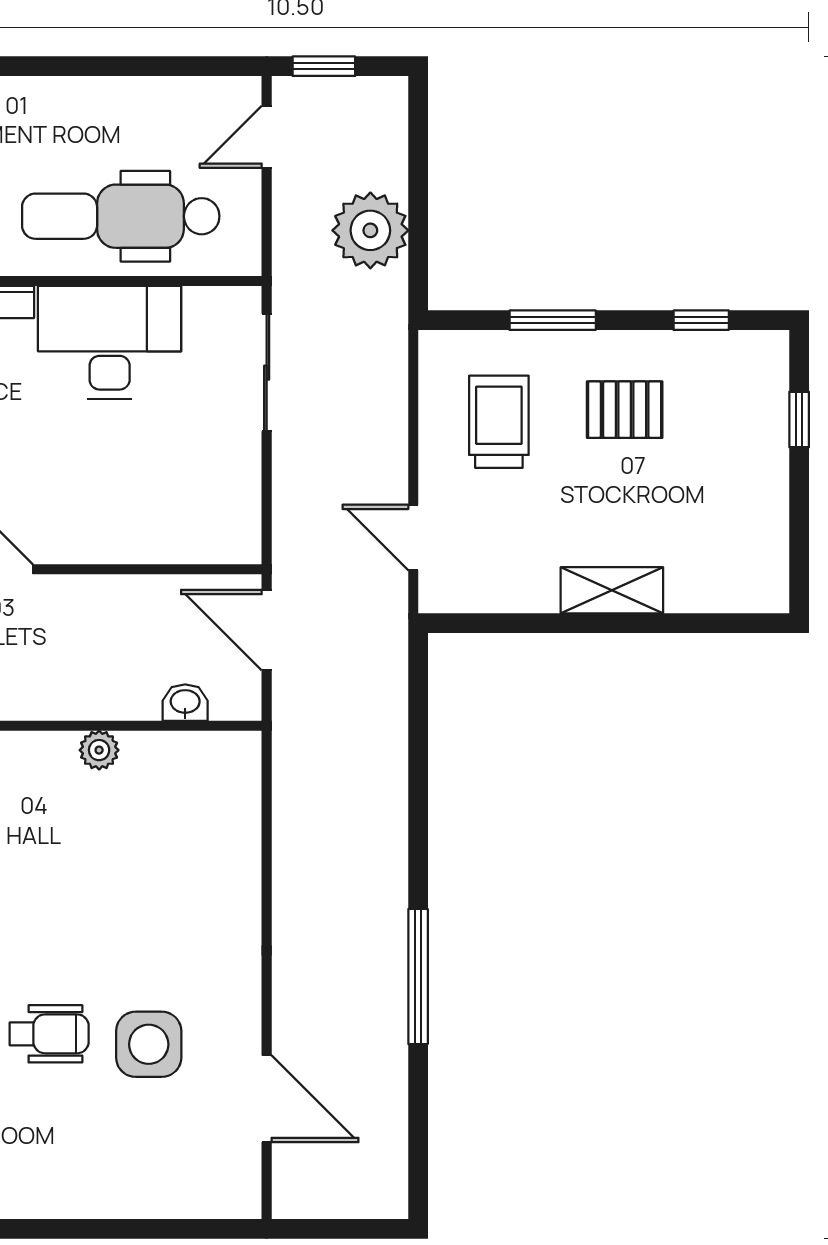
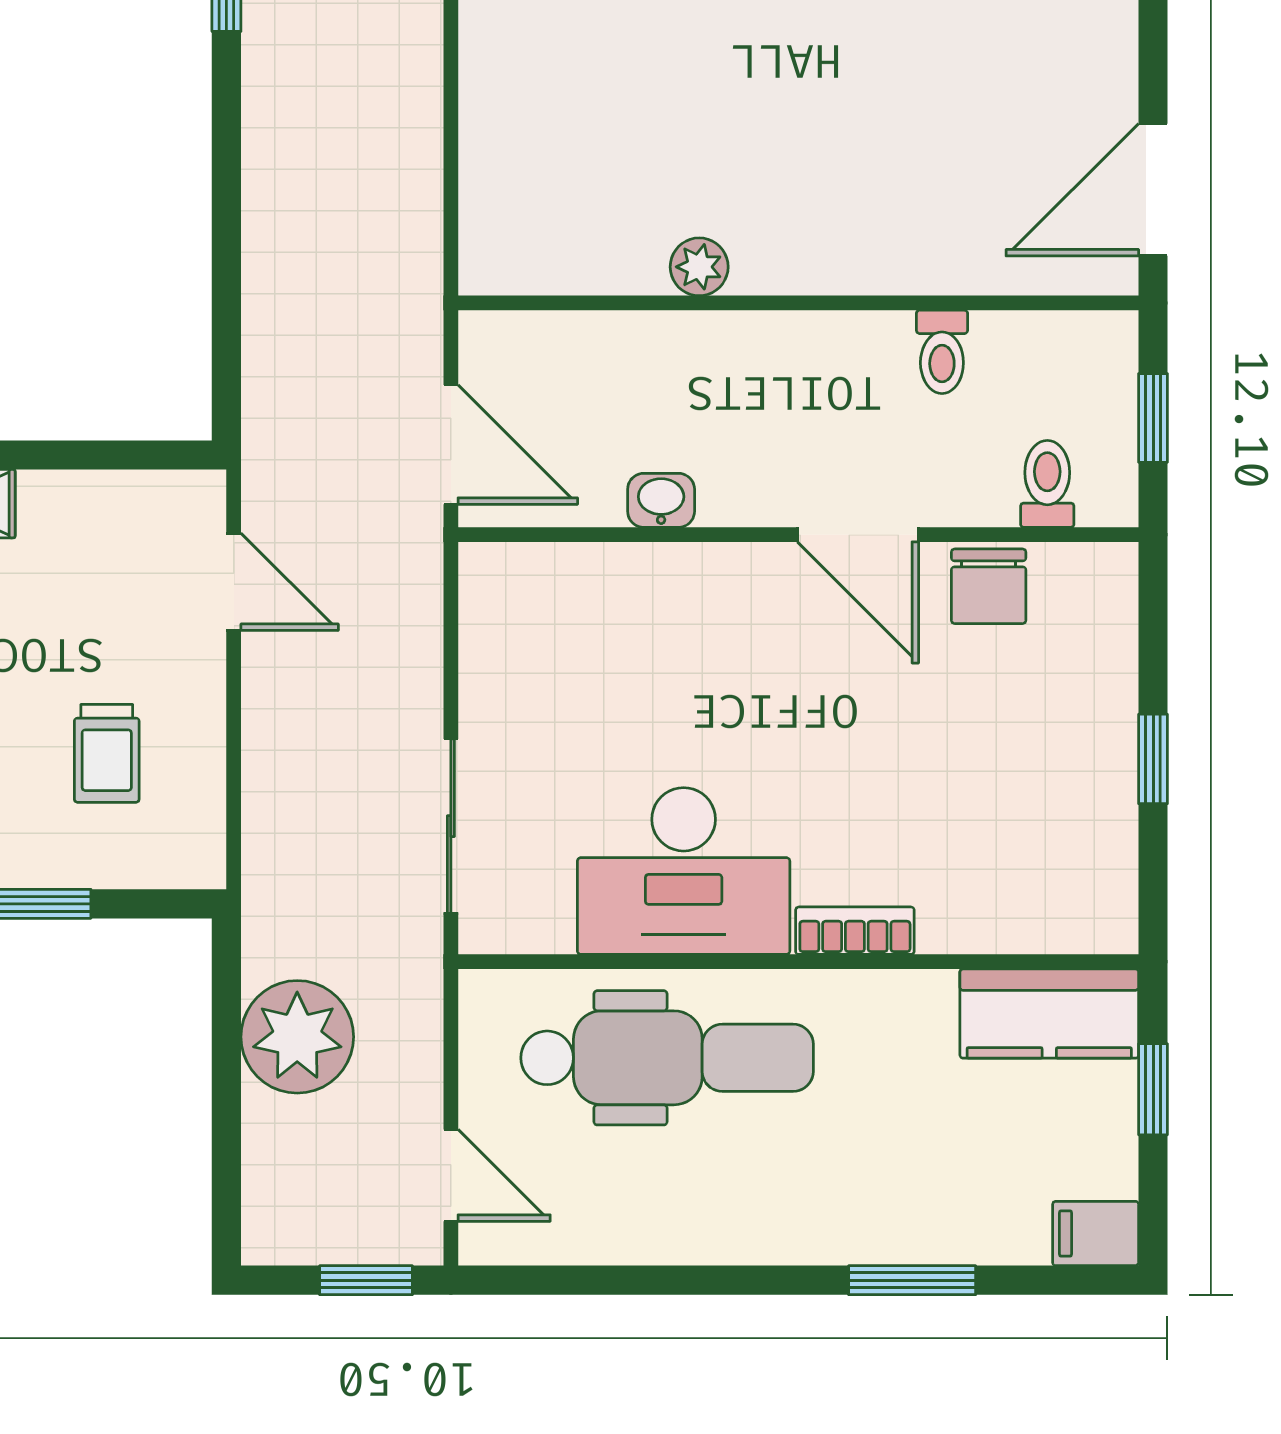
door: (267, 137) -> (451, 1175), hinge flipped
trolley: (499, 422) -> (107, 753), width x0.73, depth x0.72
washbasin: (185, 703) -> (661, 500), moved, turned 180

